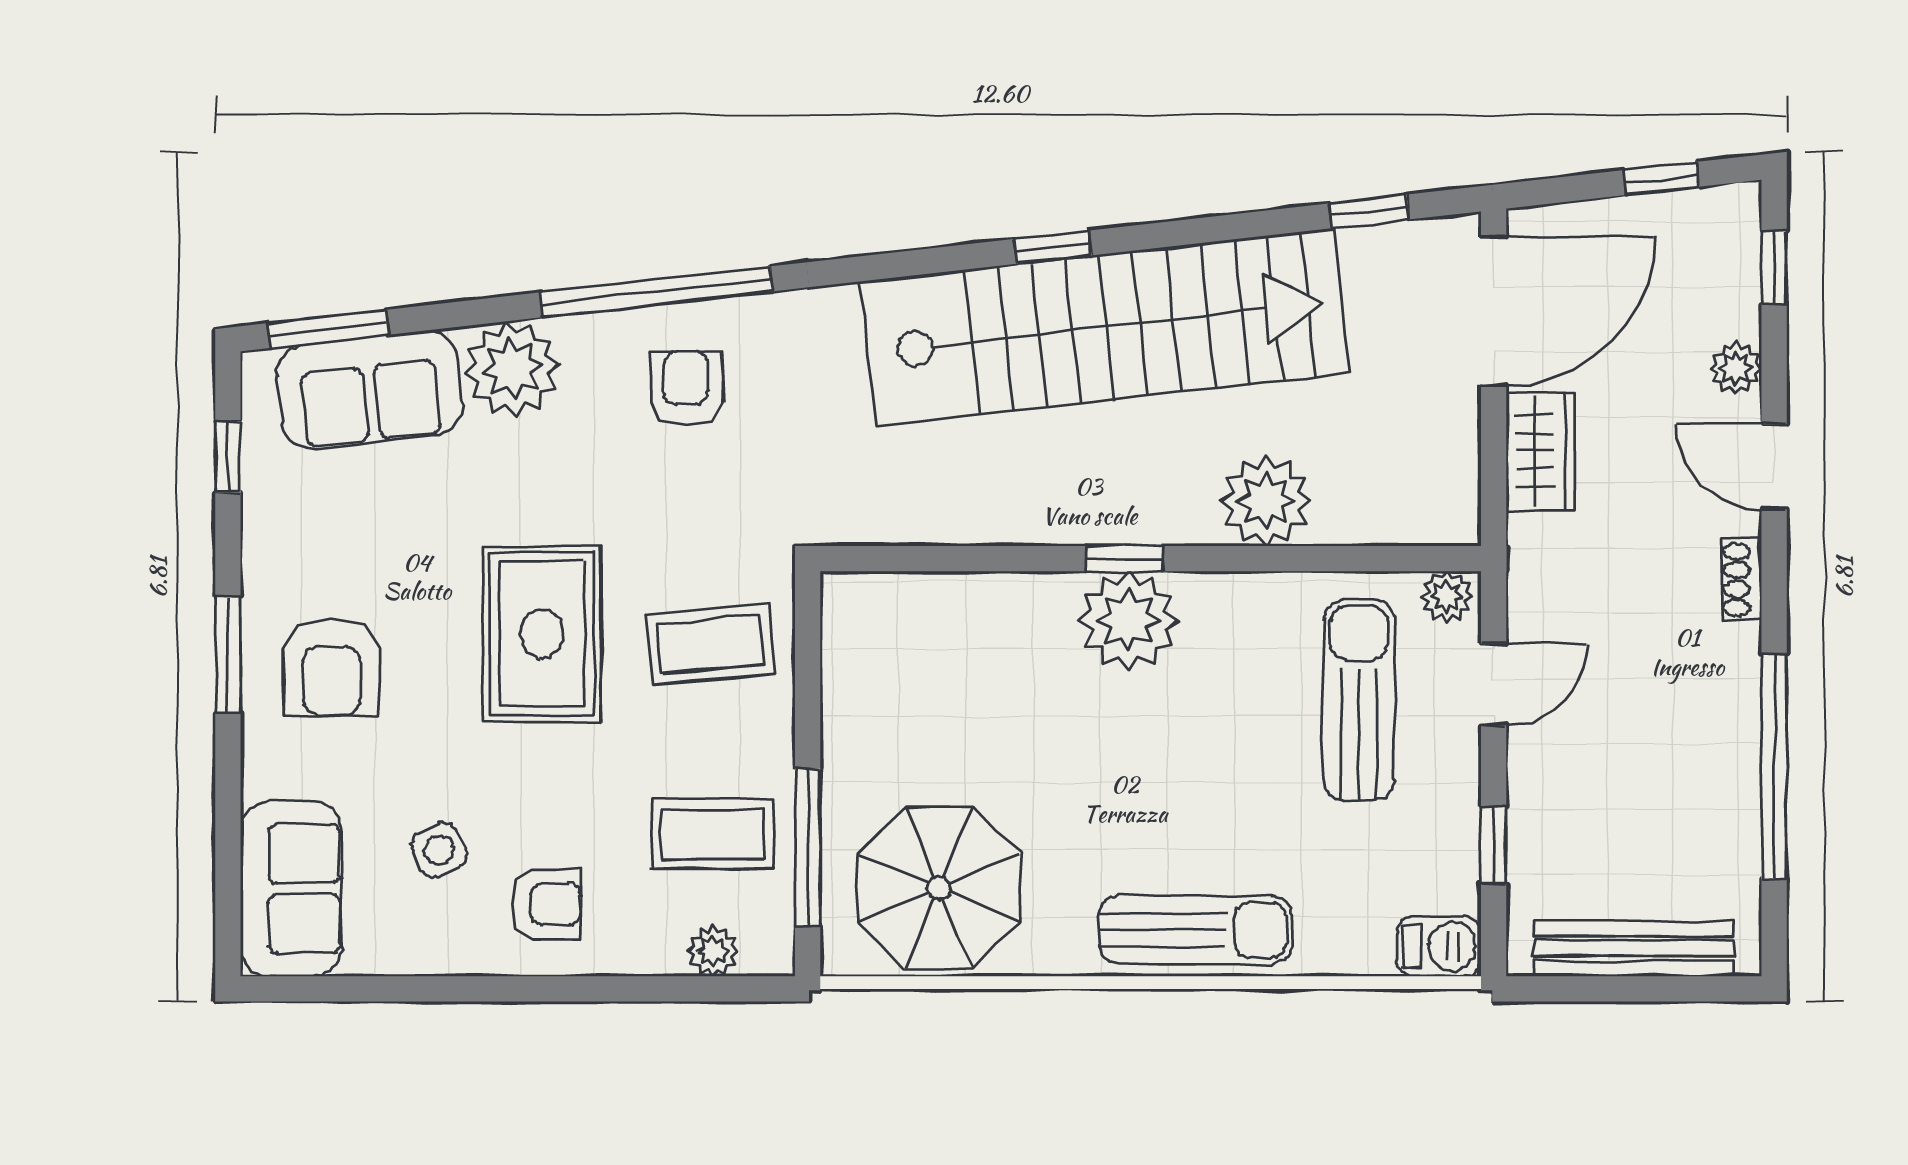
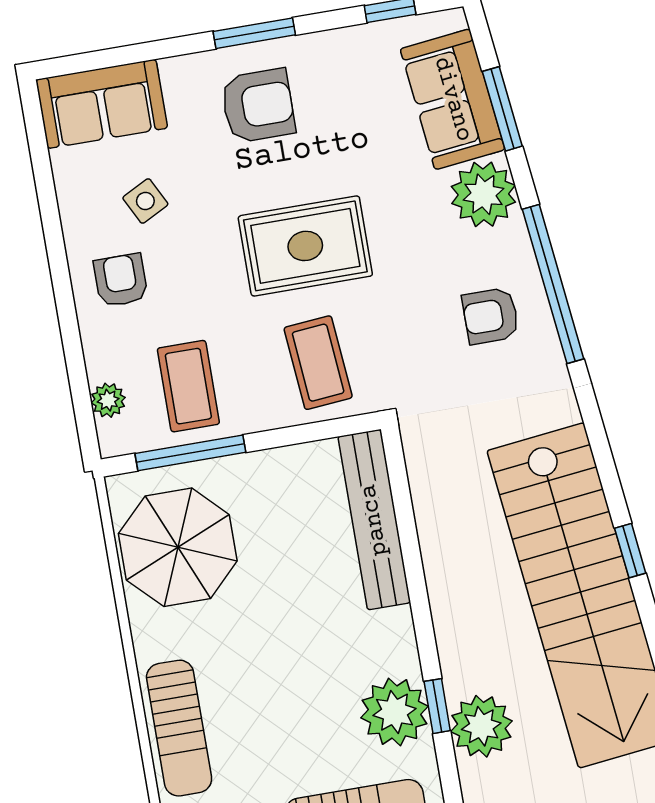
window: (328, 329) -> (502, 109), moved
armchair: (686, 388) -> (491, 316), turned 180
window: (1125, 559) -> (437, 706), moved
bench: (947, 603) -> (374, 520), added
plant: (1128, 621) -> (395, 712), moved
armchair: (332, 667) -> (258, 106), turned 180
armchair: (546, 904) -> (121, 280), turned 180

